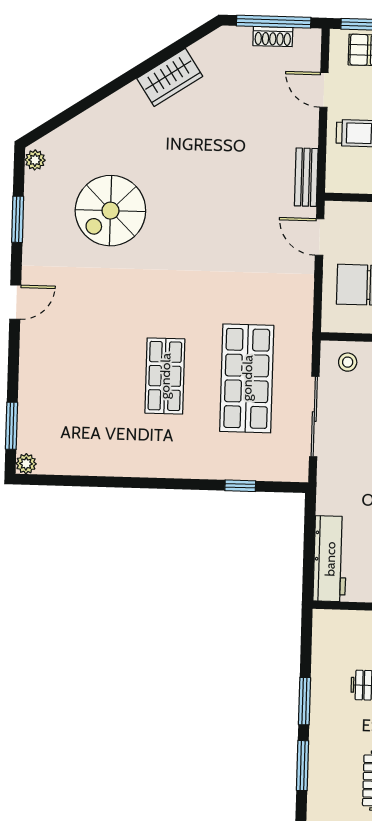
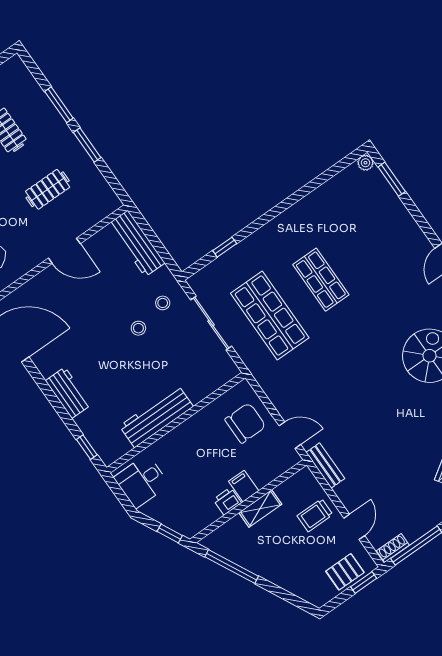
shoe rack: (273, 37) -> (393, 548), moved
door: (324, 90) -> (354, 527), hinge flipped
stool: (348, 362) -> (163, 303), moved

